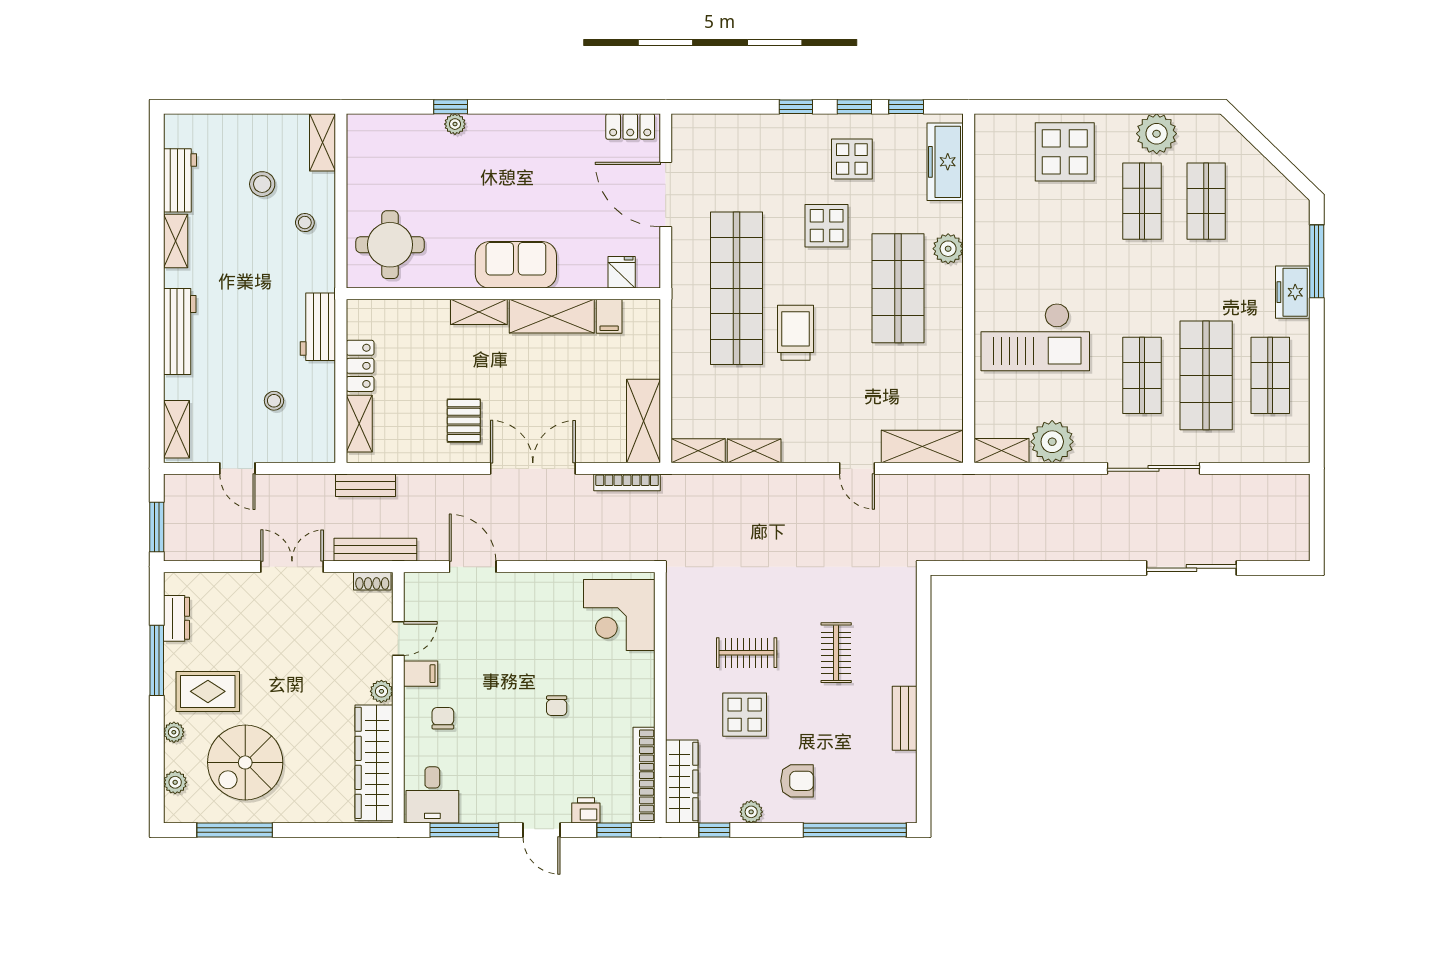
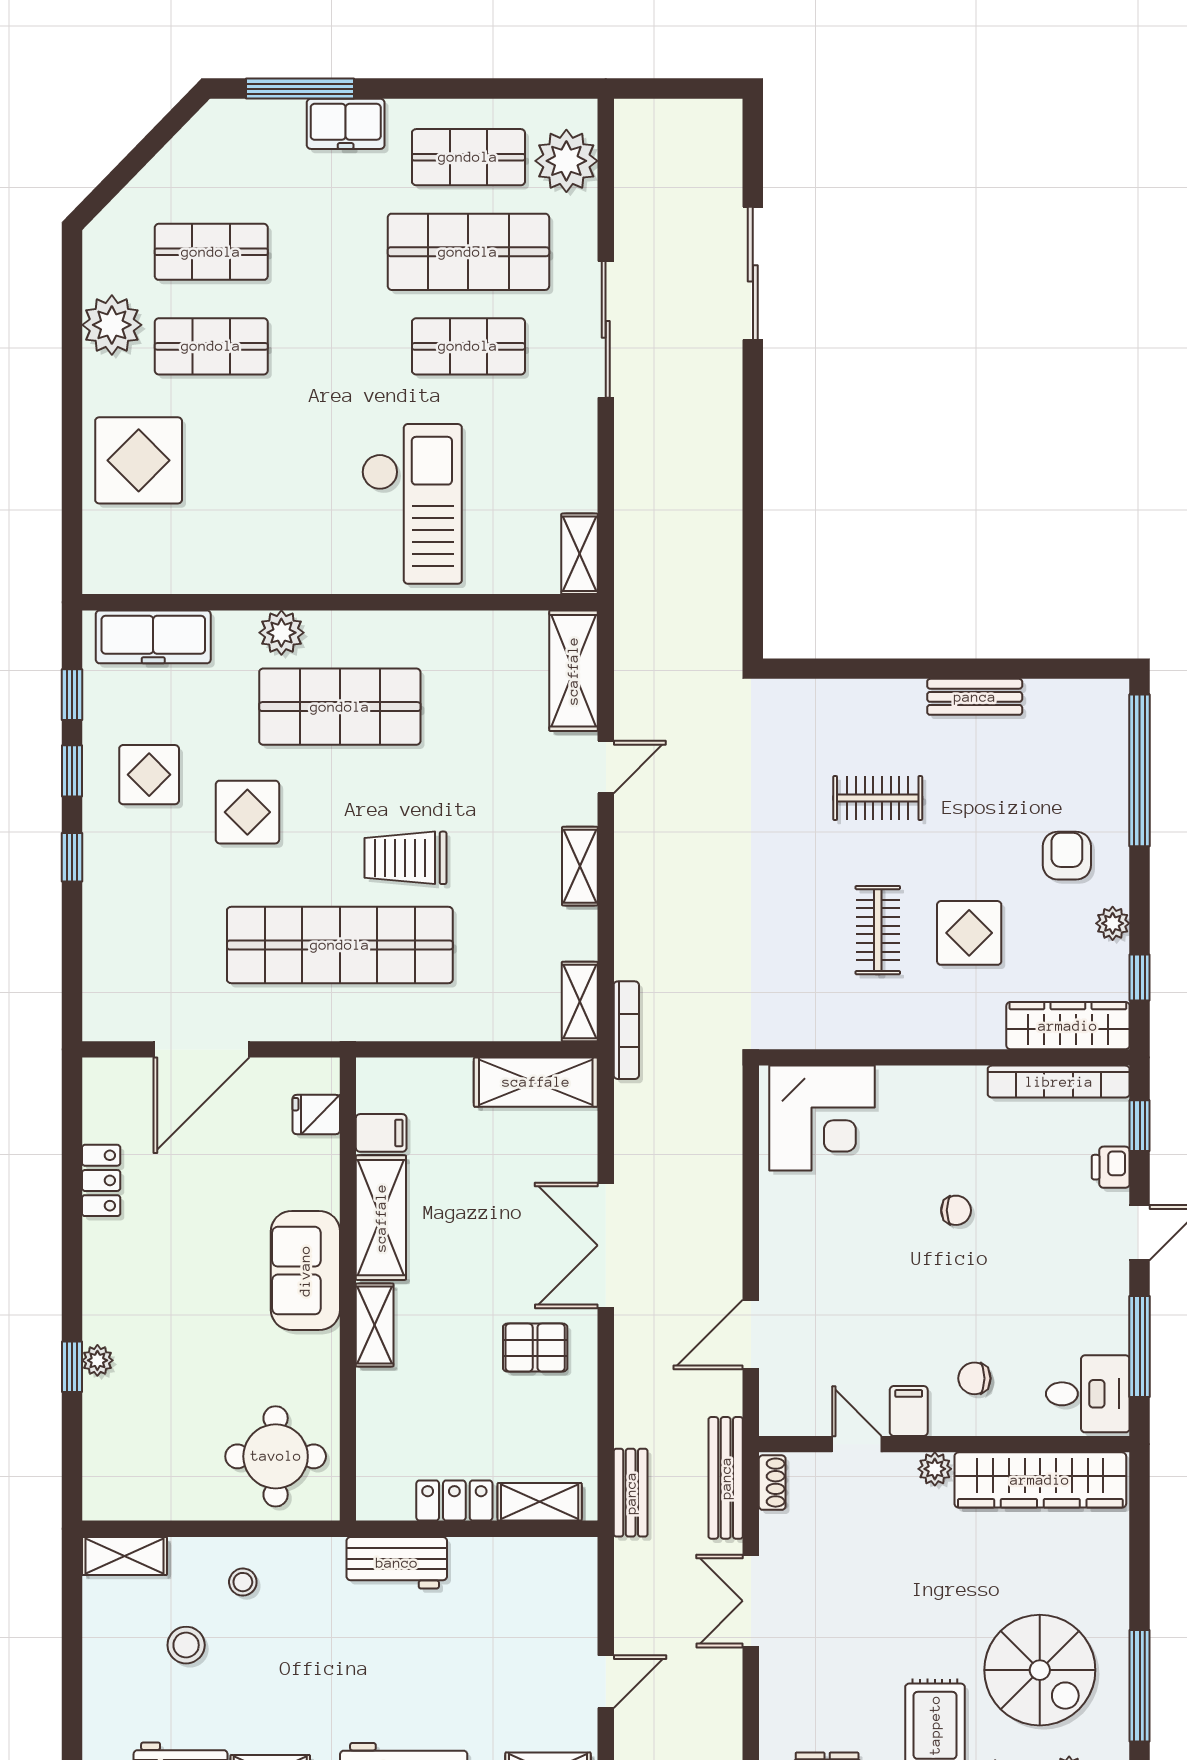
locker: (630, 126) -> (101, 1180), moved
stool: (274, 401) -> (506, 1628), removed
plant: (1052, 442) -> (566, 161), moved
shelving: (754, 451) -> (580, 866), moved
bookcase: (627, 482) -> (626, 1030), moved

